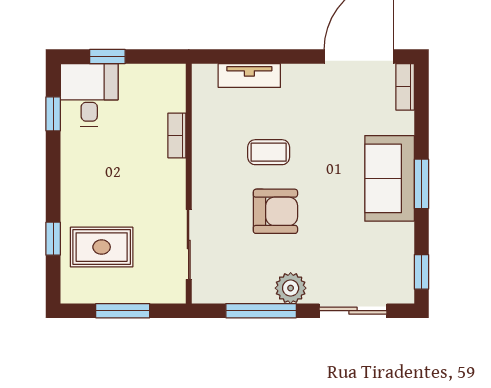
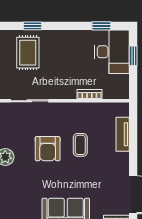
desk: (89, 95) -> (112, 52), width x1.37

